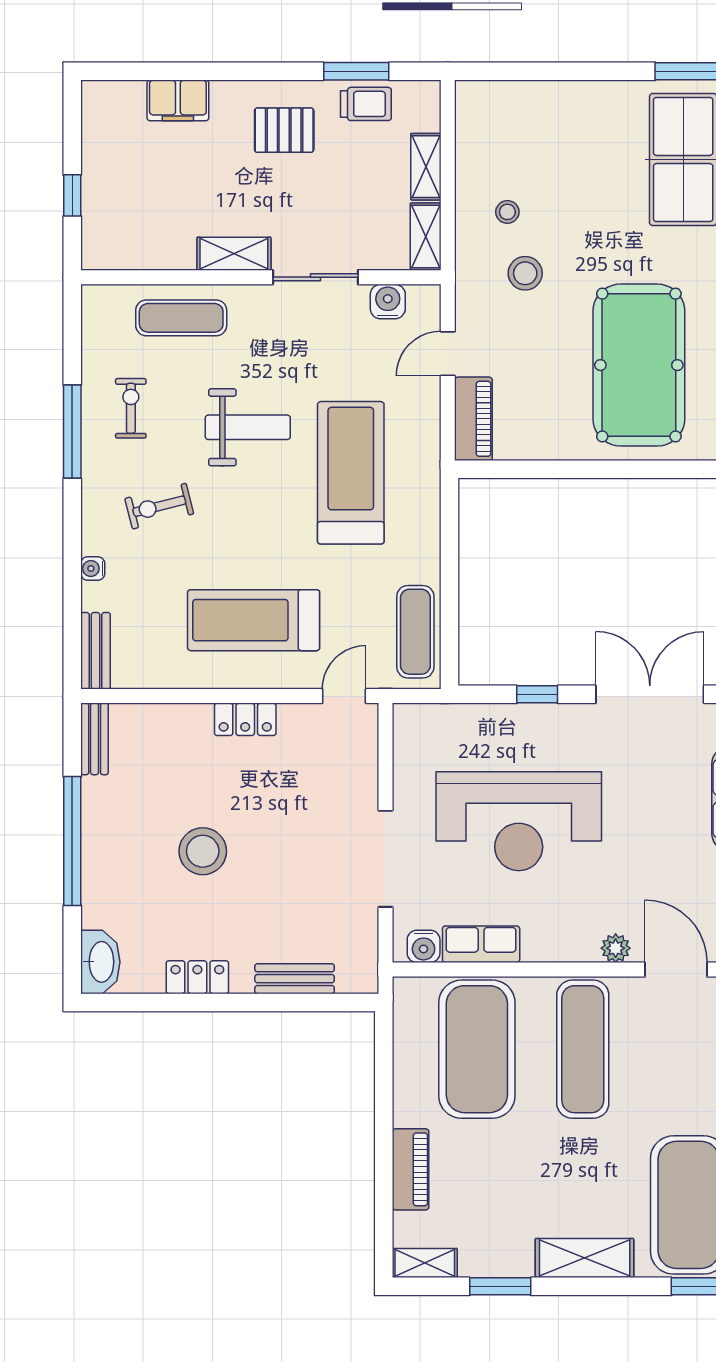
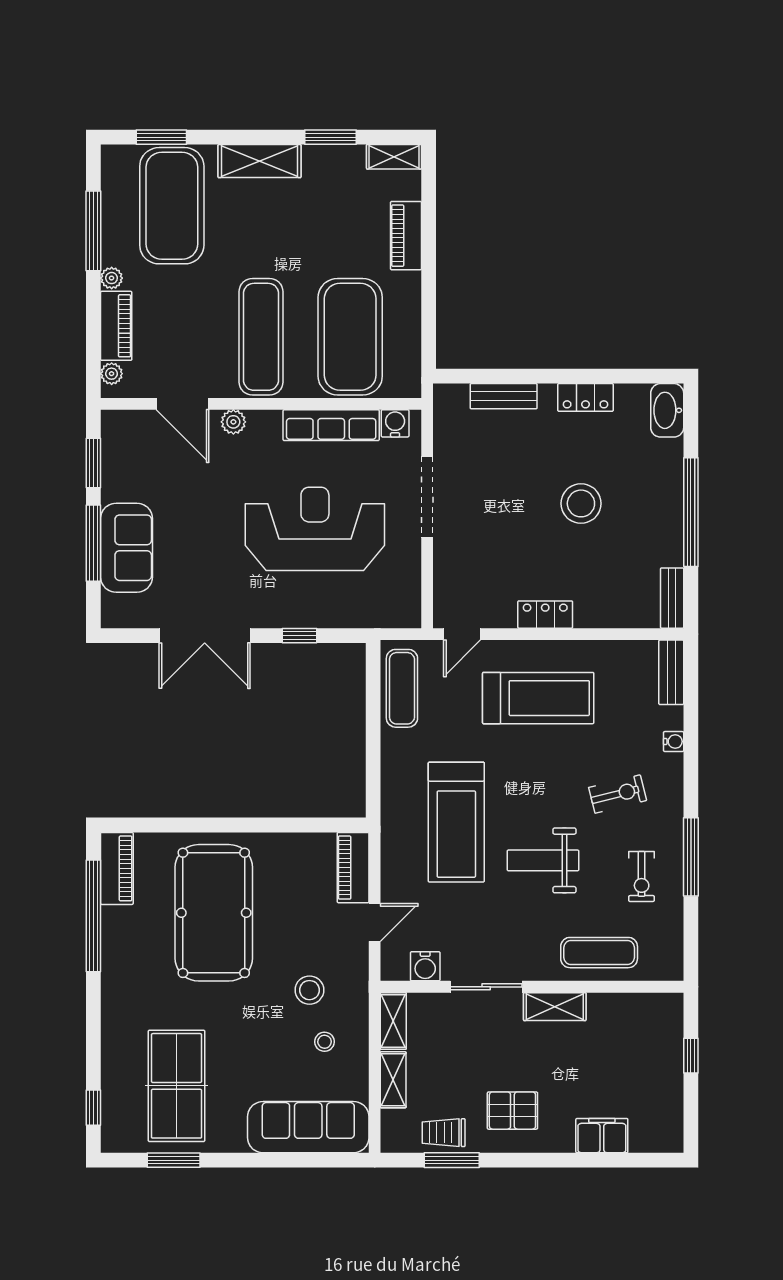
sofa: (527, 111) -> (308, 1127), added
row of seats: (481, 944) -> (331, 425), width x1.48

